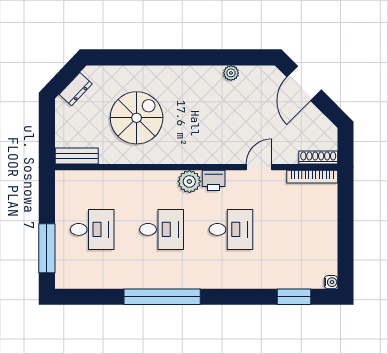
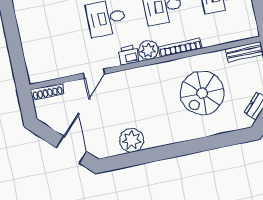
plant: (231, 73) -> (132, 140), width x1.88, depth x1.88
bookcase: (312, 177) -> (180, 48), moved

